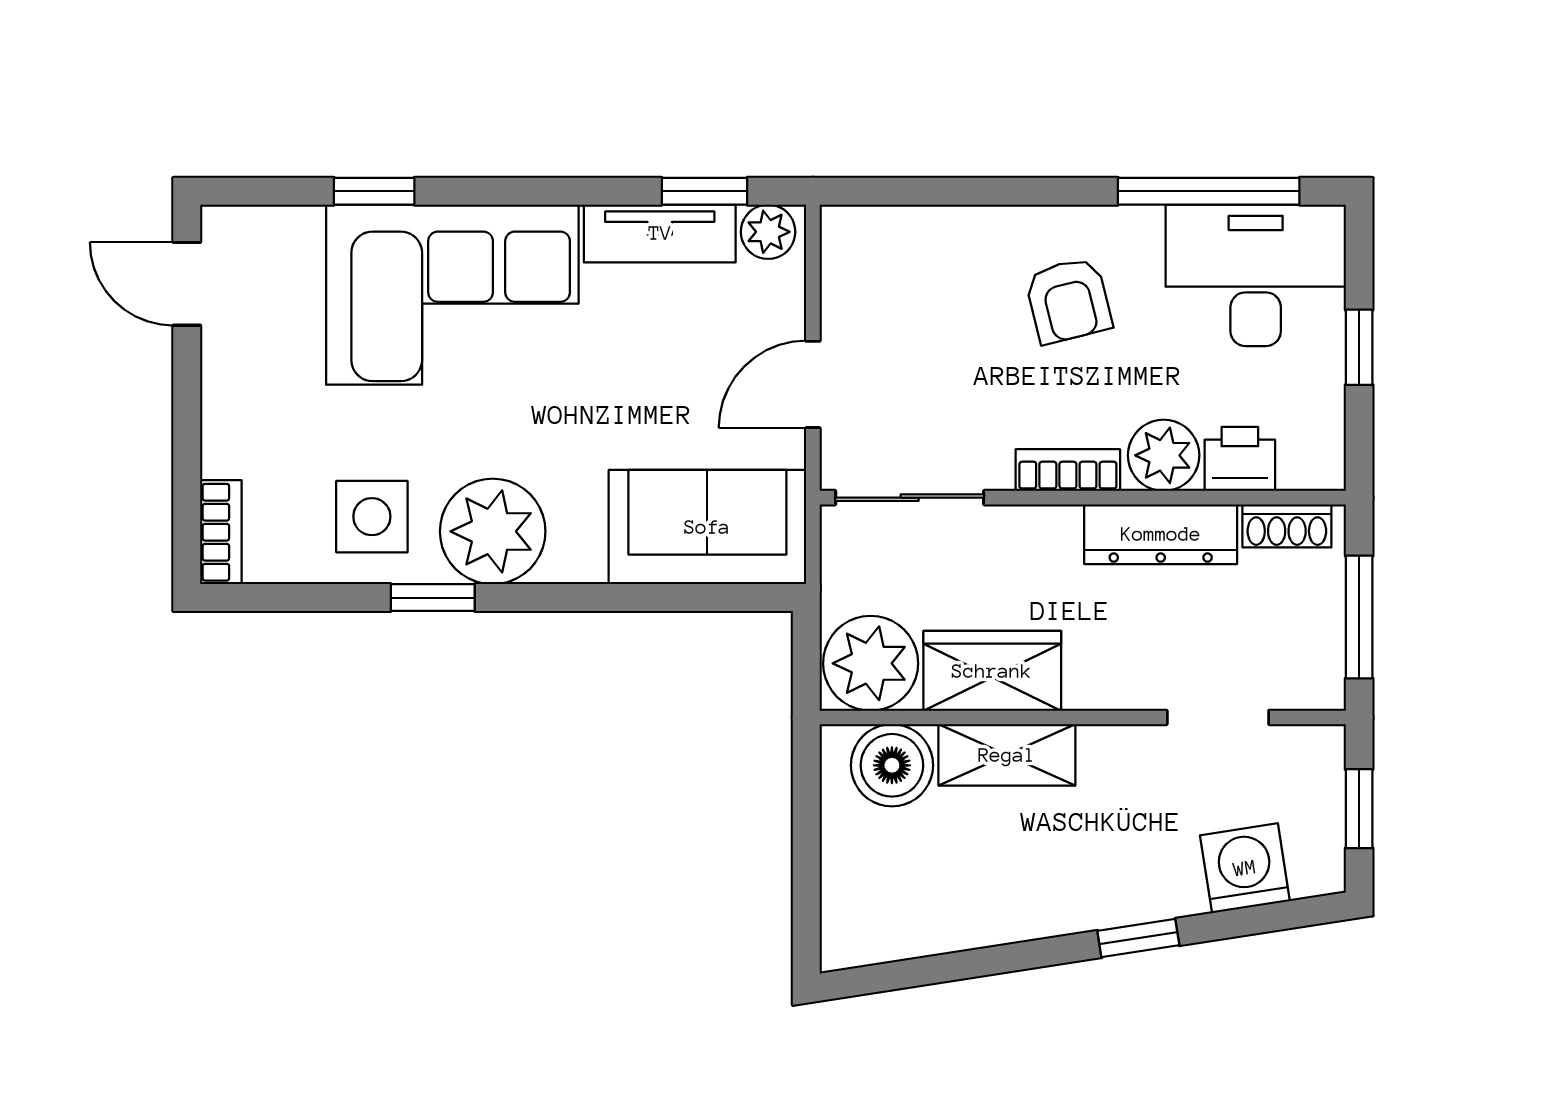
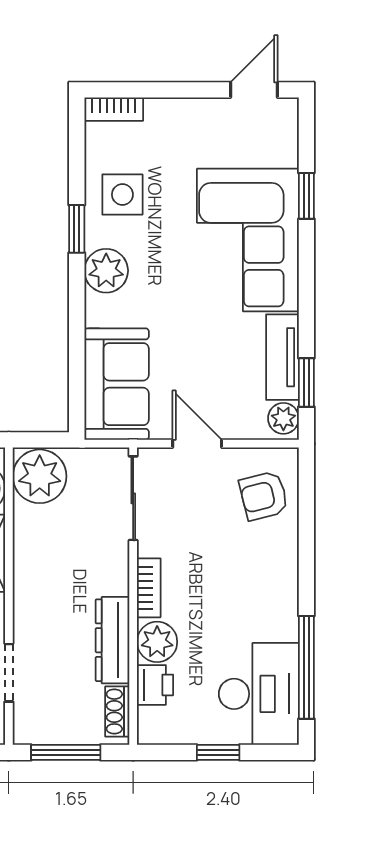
armchair: (1068, 300) -> (264, 496), moved
plant: (493, 531) -> (106, 271), width x0.73, depth x0.73
wardrobe: (992, 671) -> (35, 545), removed

